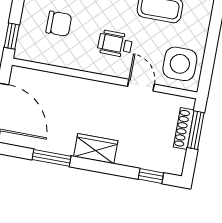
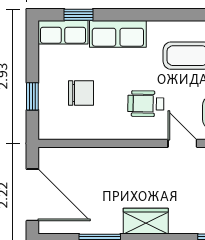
window: (12, 36) -> (32, 96), moved

